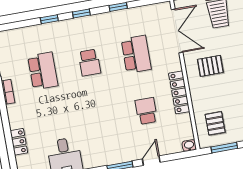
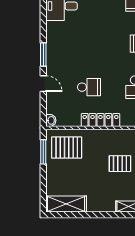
pallet: (210, 66) -> (120, 164), moved, turned 90
pallet: (215, 123) -> (67, 147), width x1.50, depth x1.42

